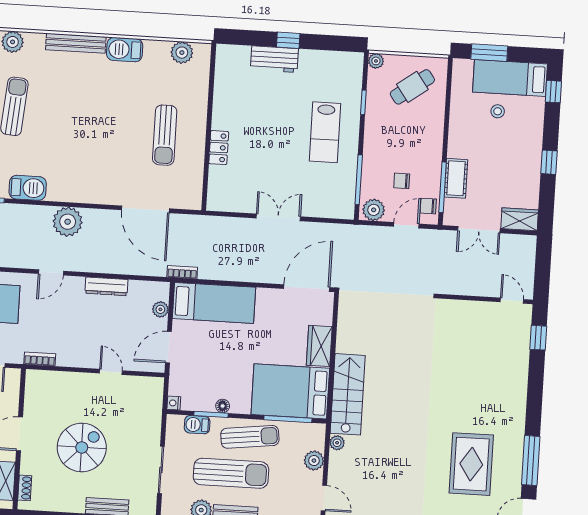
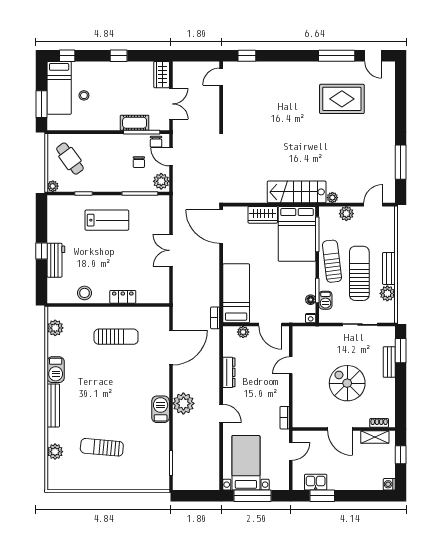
stool: (227, 96) -> (84, 293), added
barbecue: (28, 188) -> (161, 409), moved
floor lamp: (223, 406) -> (311, 300), moved

